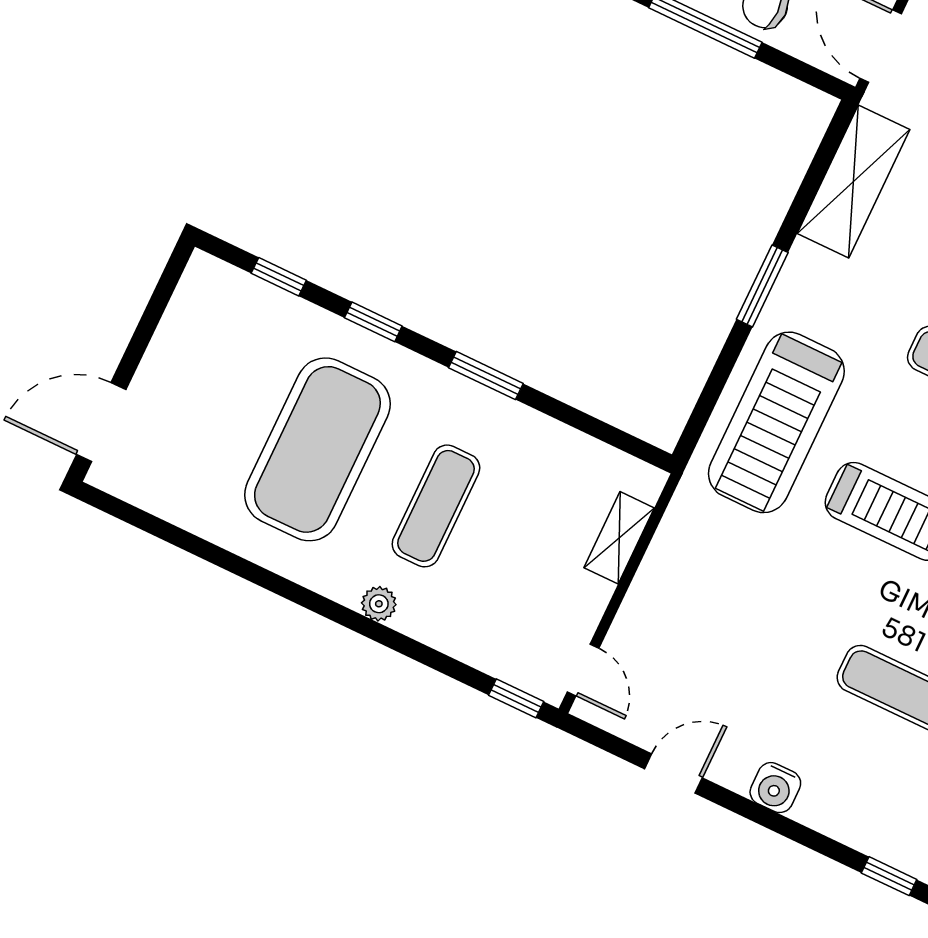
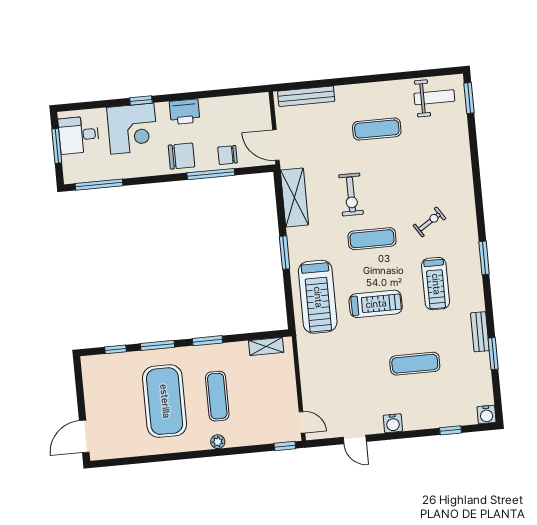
window: (373, 322) -> (158, 345), width x1.50
shelving: (619, 538) -> (266, 346), moved, turned 90
door: (673, 773) -> (355, 439), swing flipped

